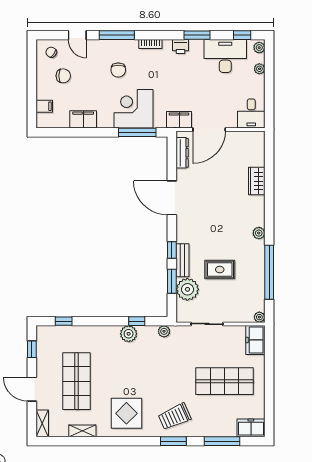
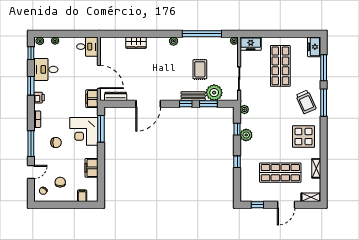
desk: (225, 56) -> (46, 69), width x0.73
window: (64, 321) -> (237, 162), moved
window: (173, 441) -> (324, 103), width x1.44

